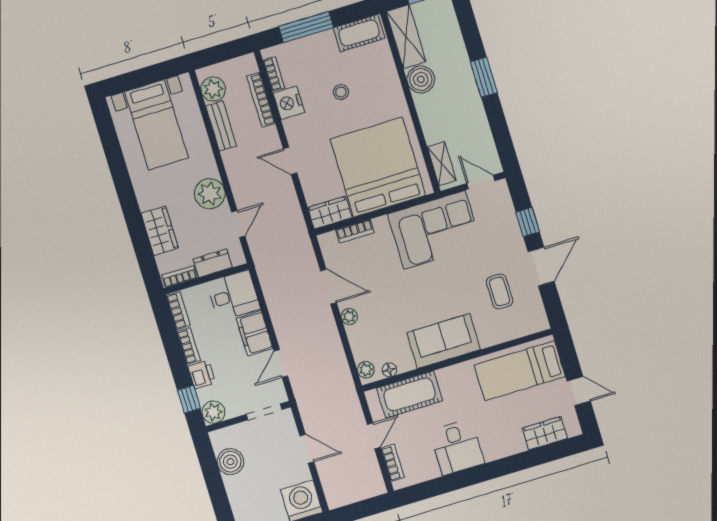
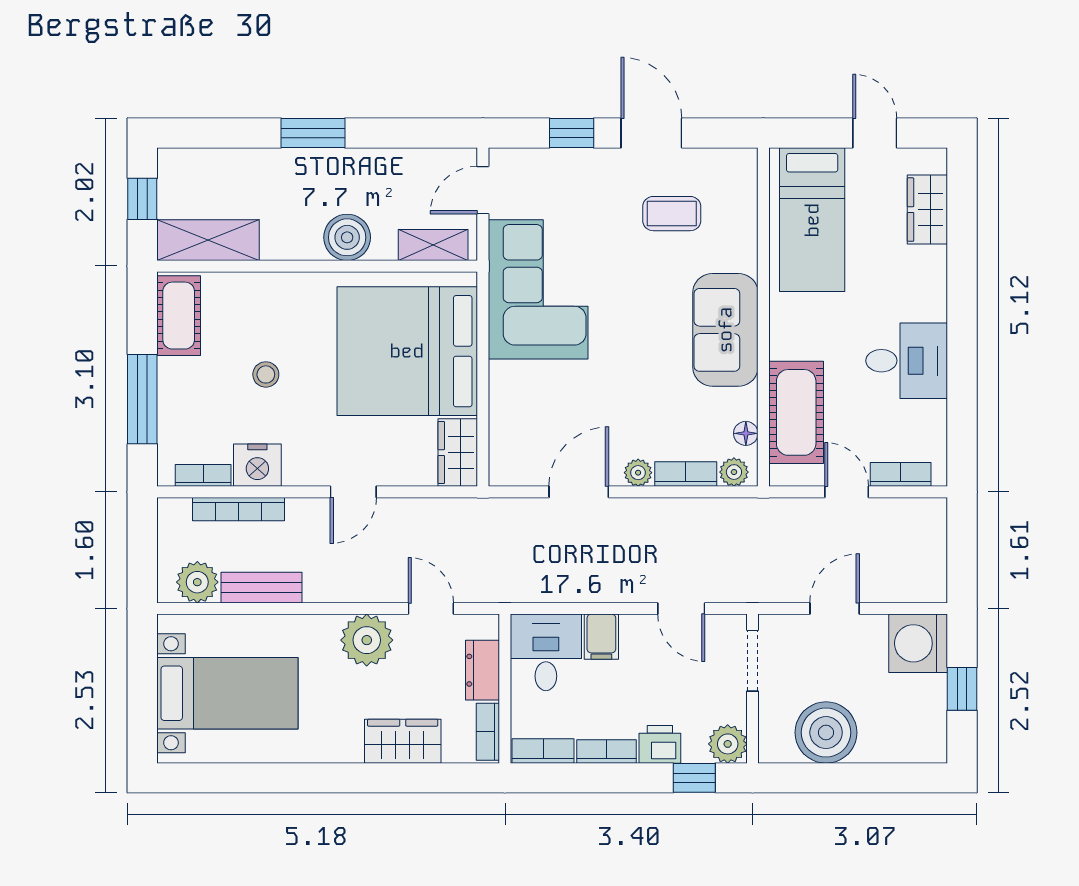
boiler: (421, 79) -> (347, 237), moved
bookcase: (355, 231) -> (686, 474), moved, turned -90
filing cabinet: (254, 333) -> (601, 637), width x0.50
door: (579, 391) -> (875, 133), hinge flipped
boiler: (230, 462) -> (826, 733), width x1.37, depth x1.37

